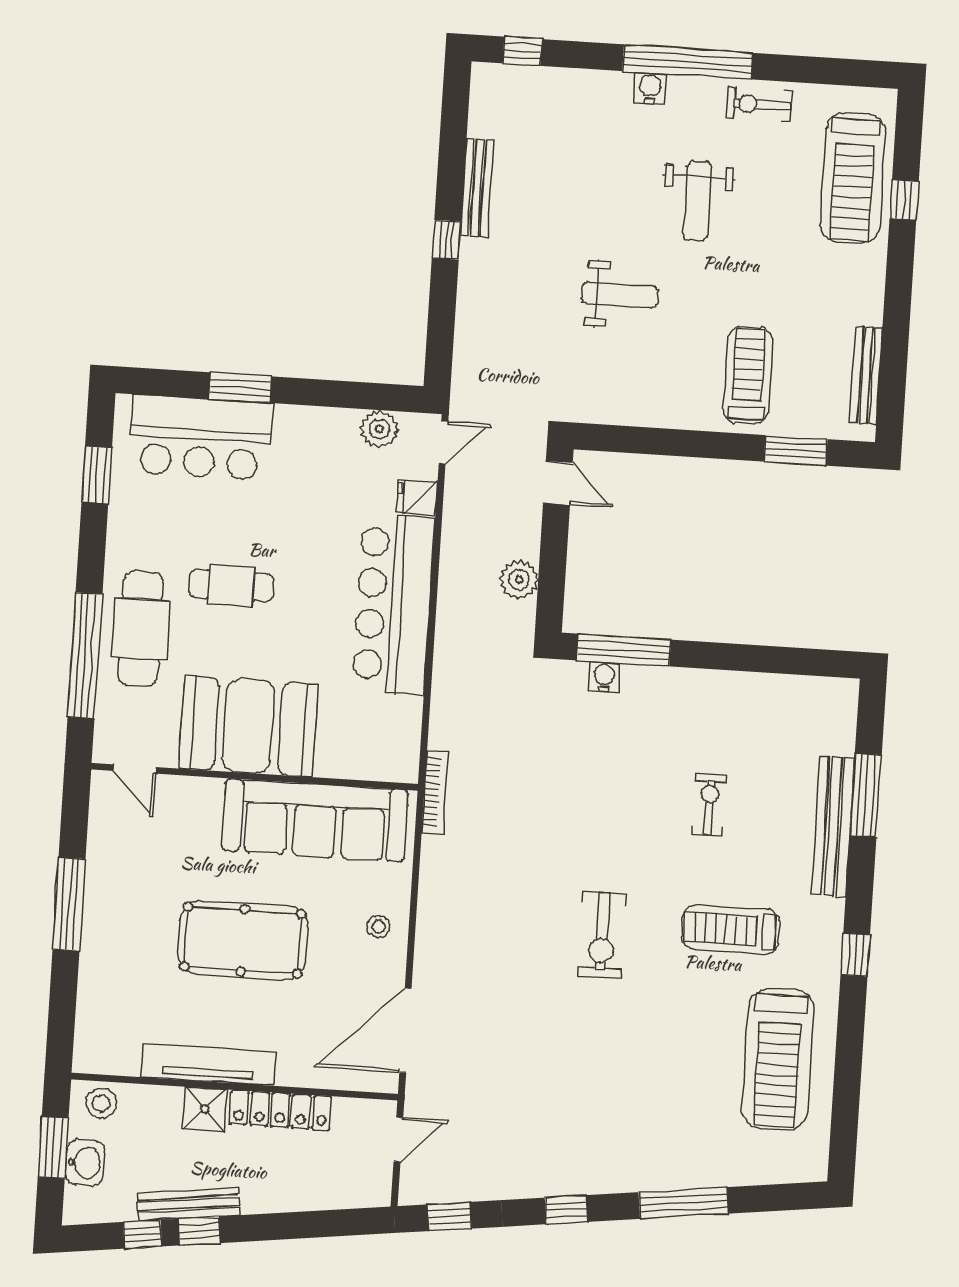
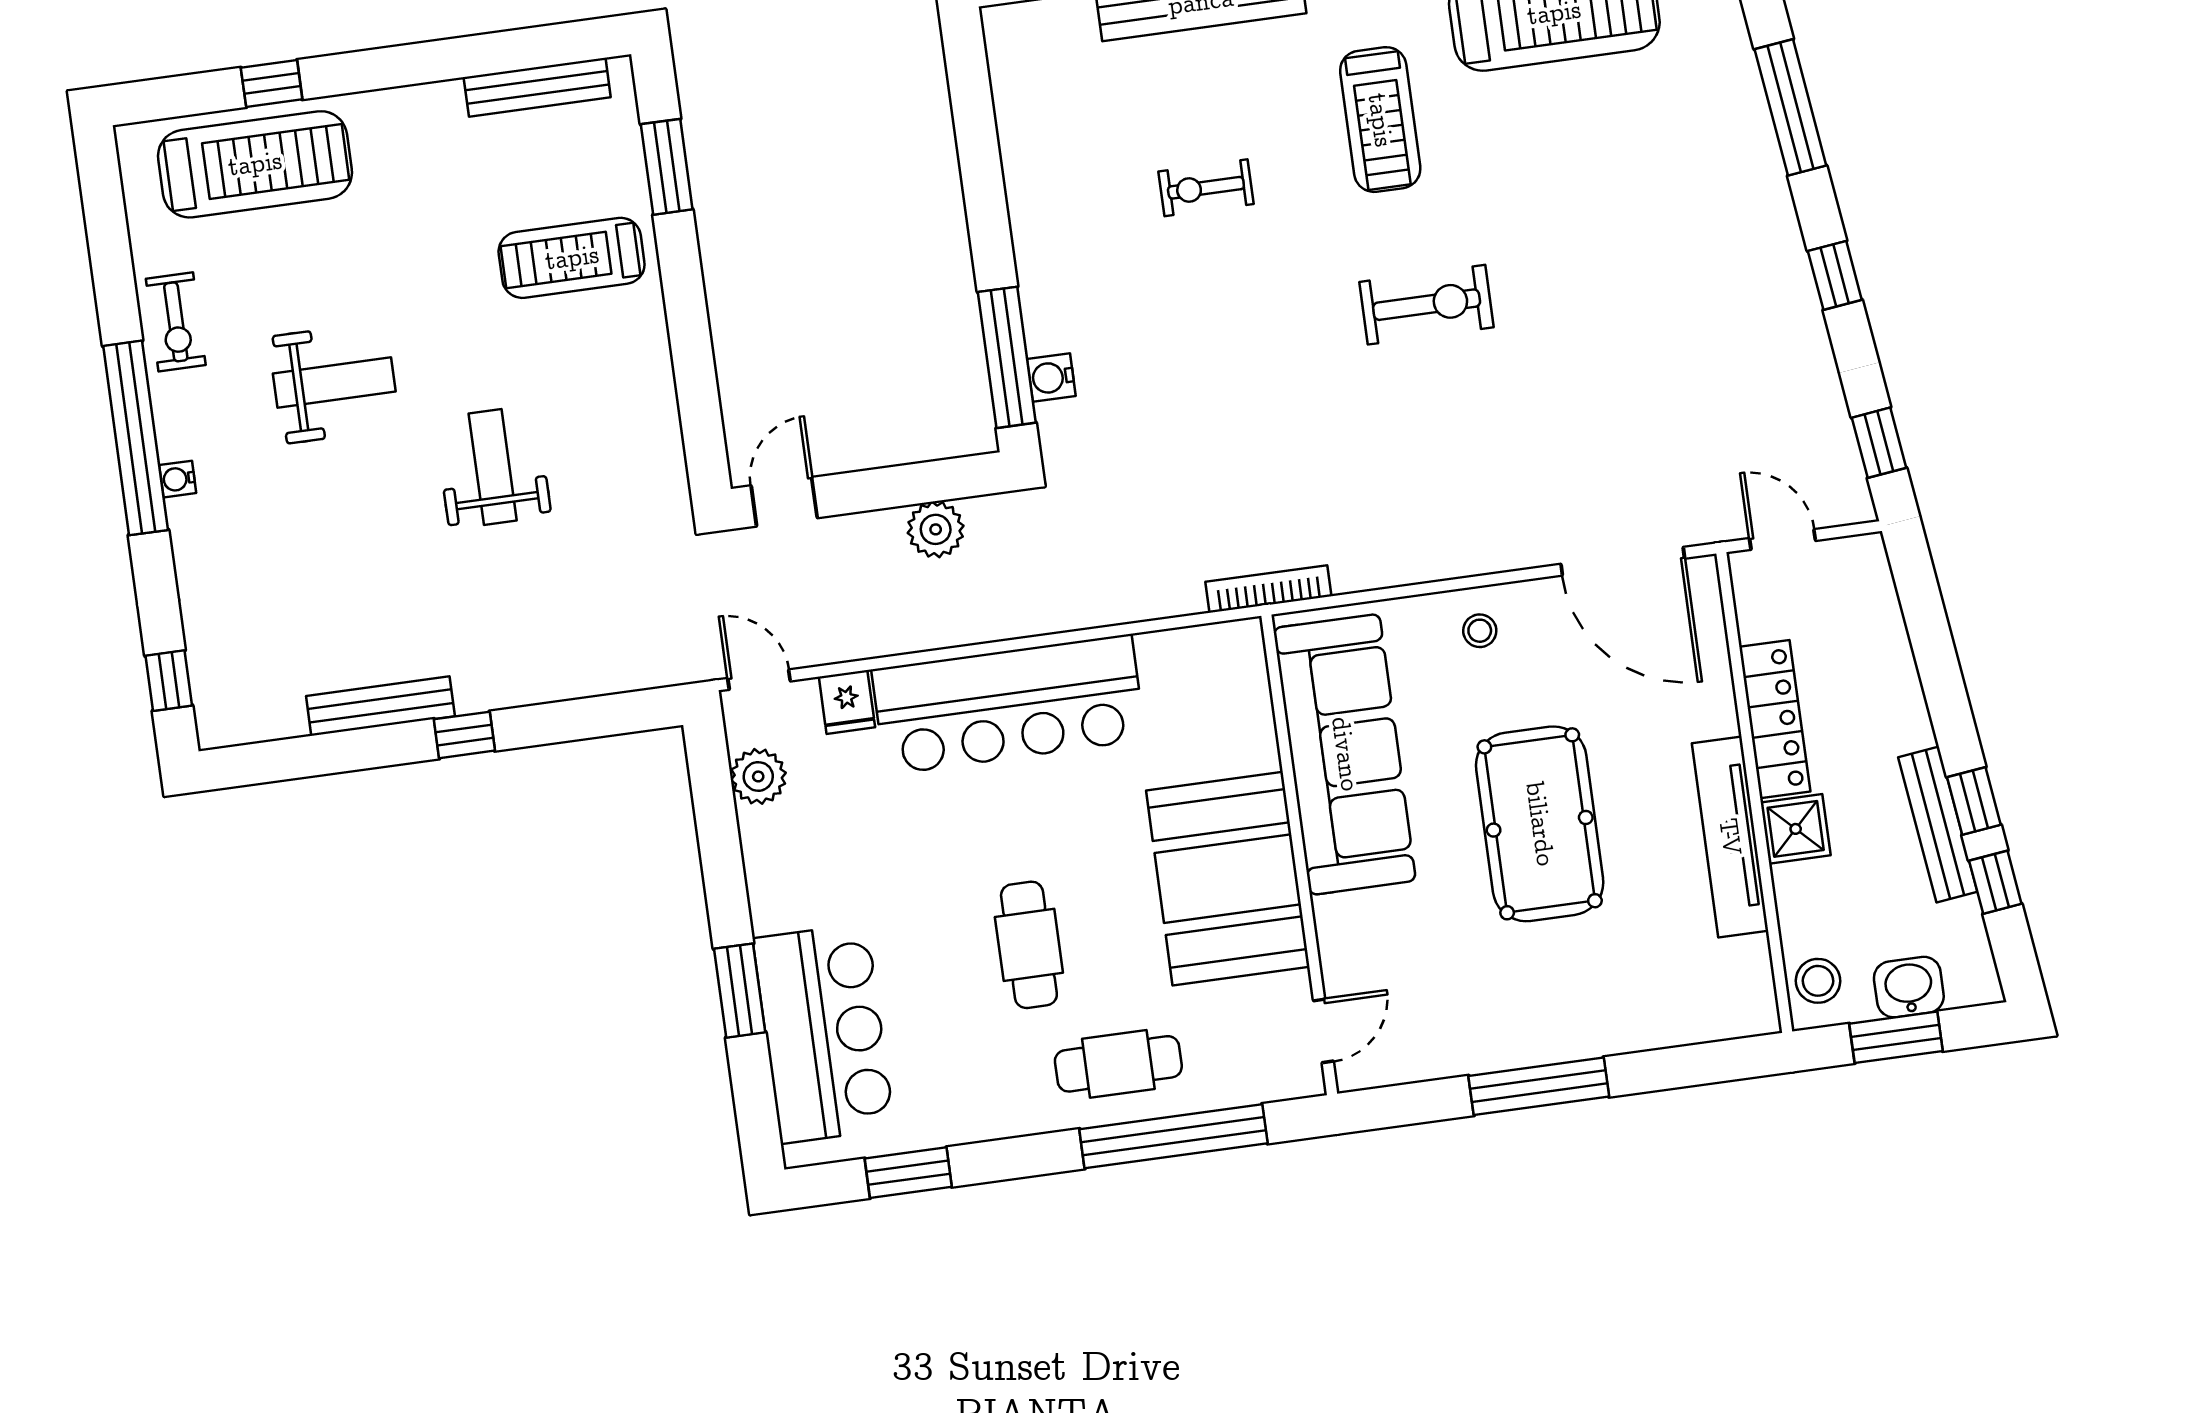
water cooler: (650, 88) -> (178, 479), width x0.72, depth x0.72
cafe table: (140, 629) -> (1118, 1064), width x0.73, depth x0.74

